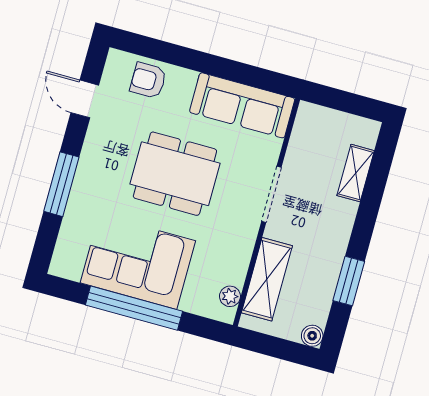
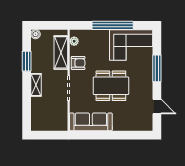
armchair: (148, 80) -> (78, 63), moved
shelving: (356, 173) -> (36, 85), moved
corner sofa: (138, 262) -> (131, 45), moved

